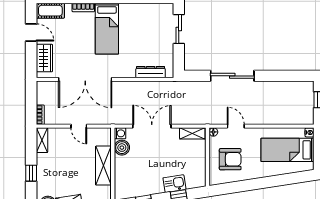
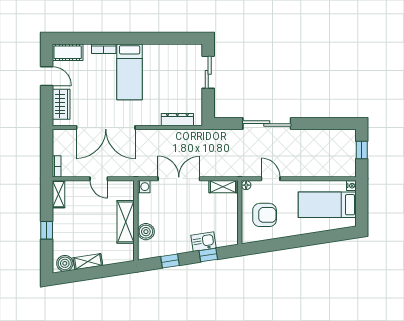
boiler: (122, 148) -> (146, 232), moved

